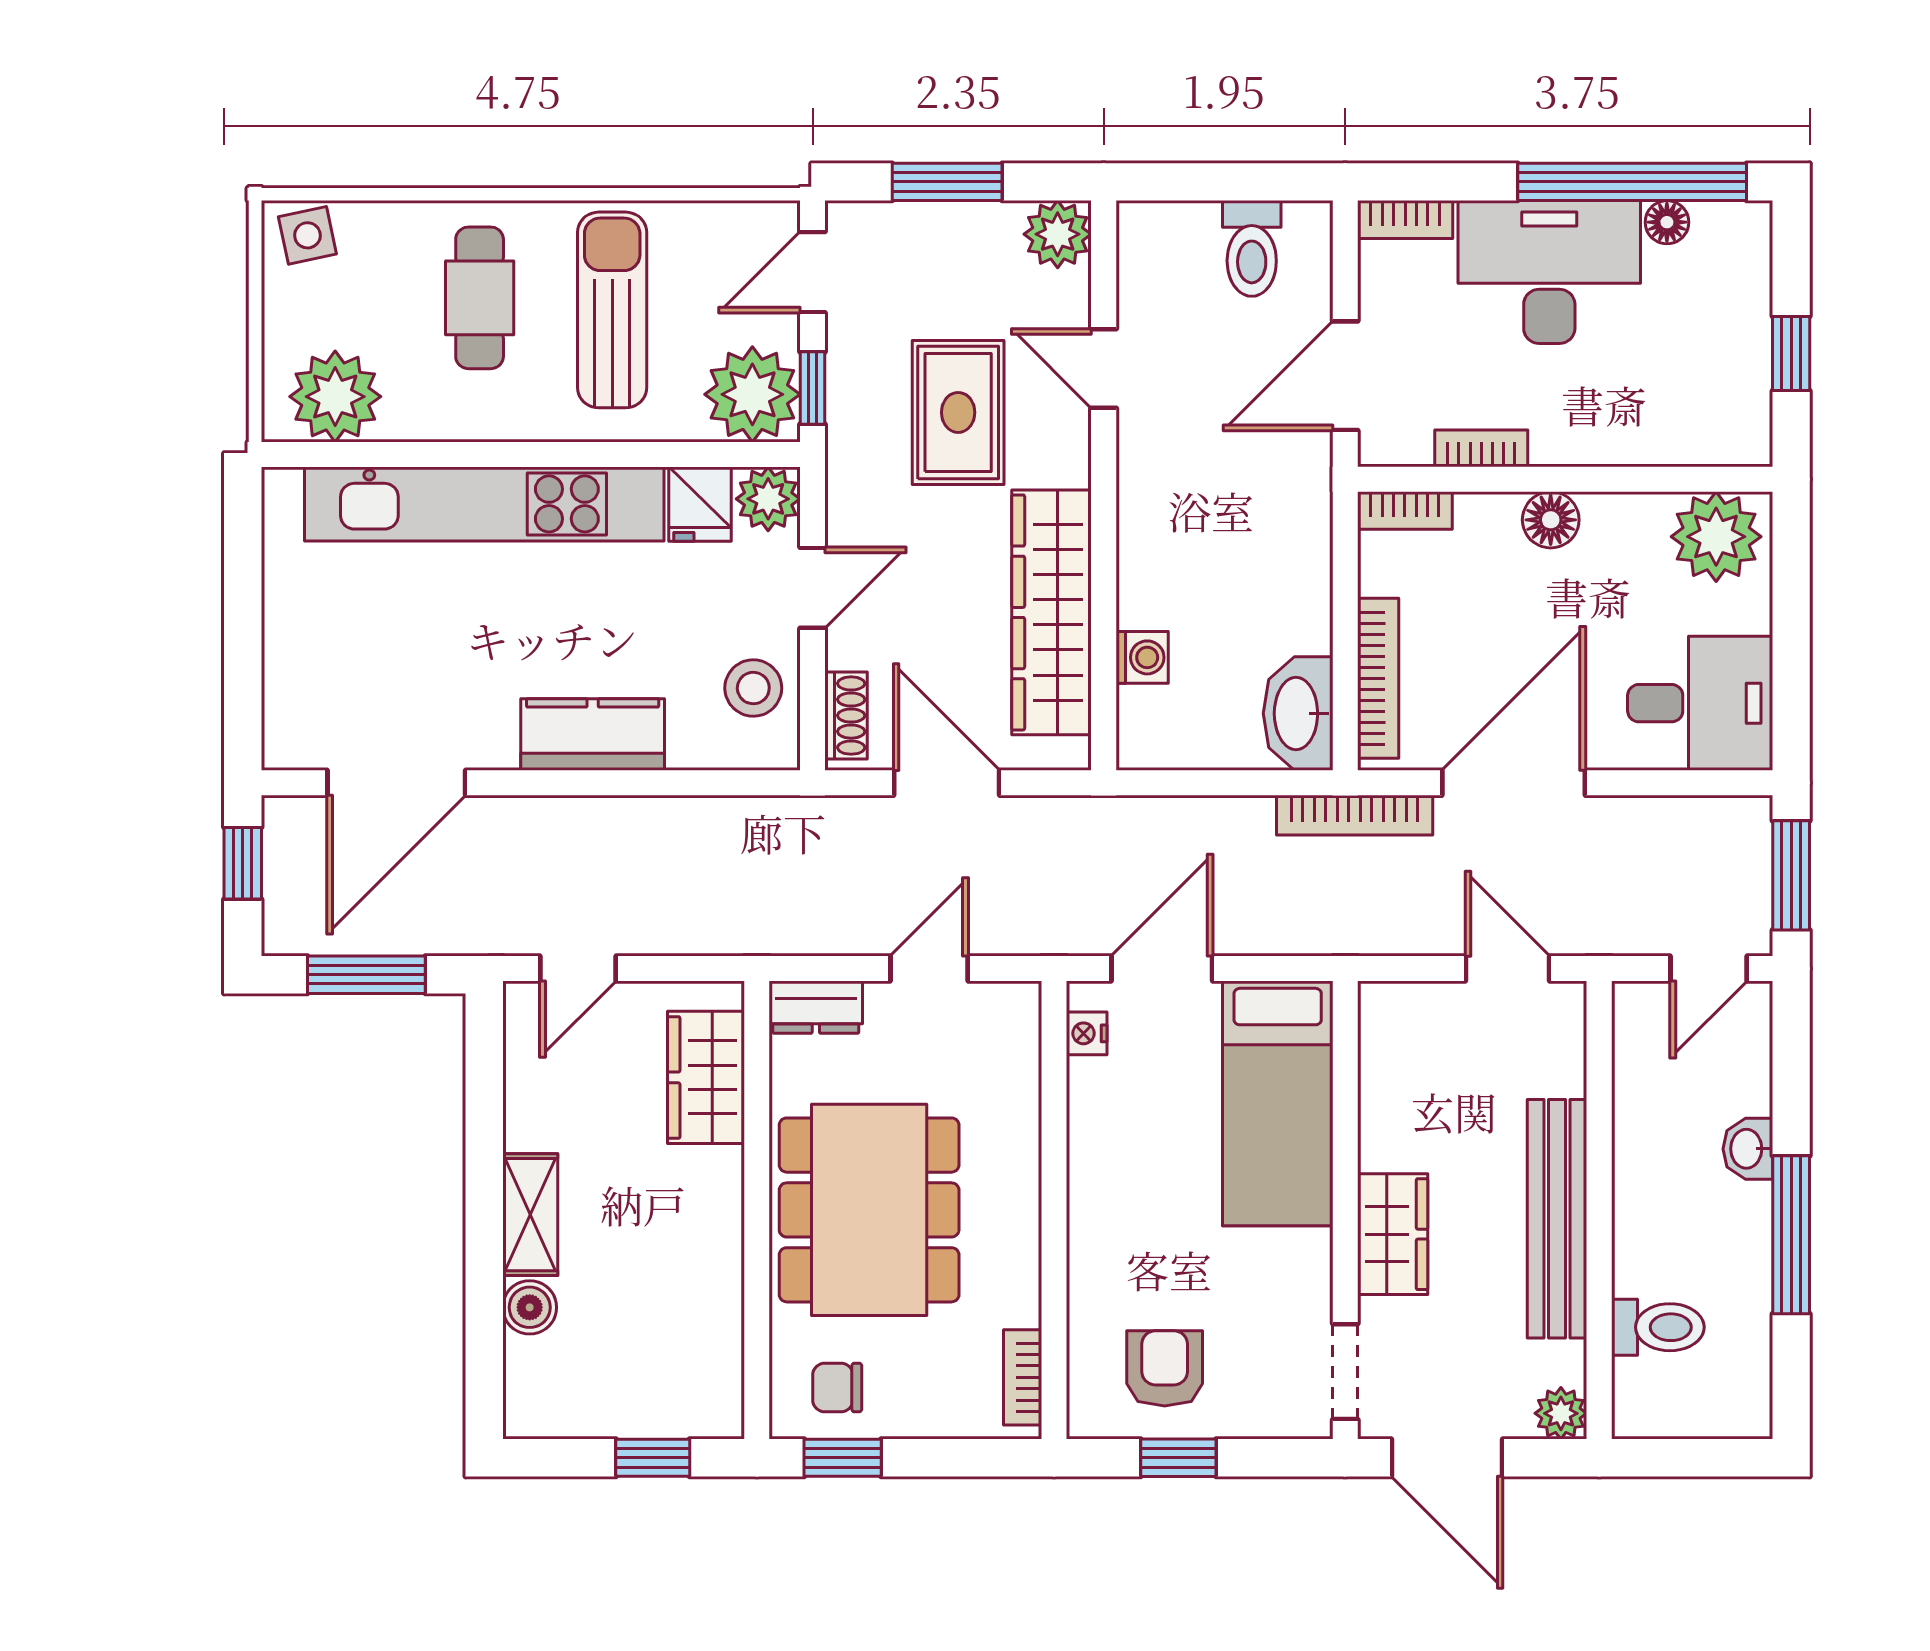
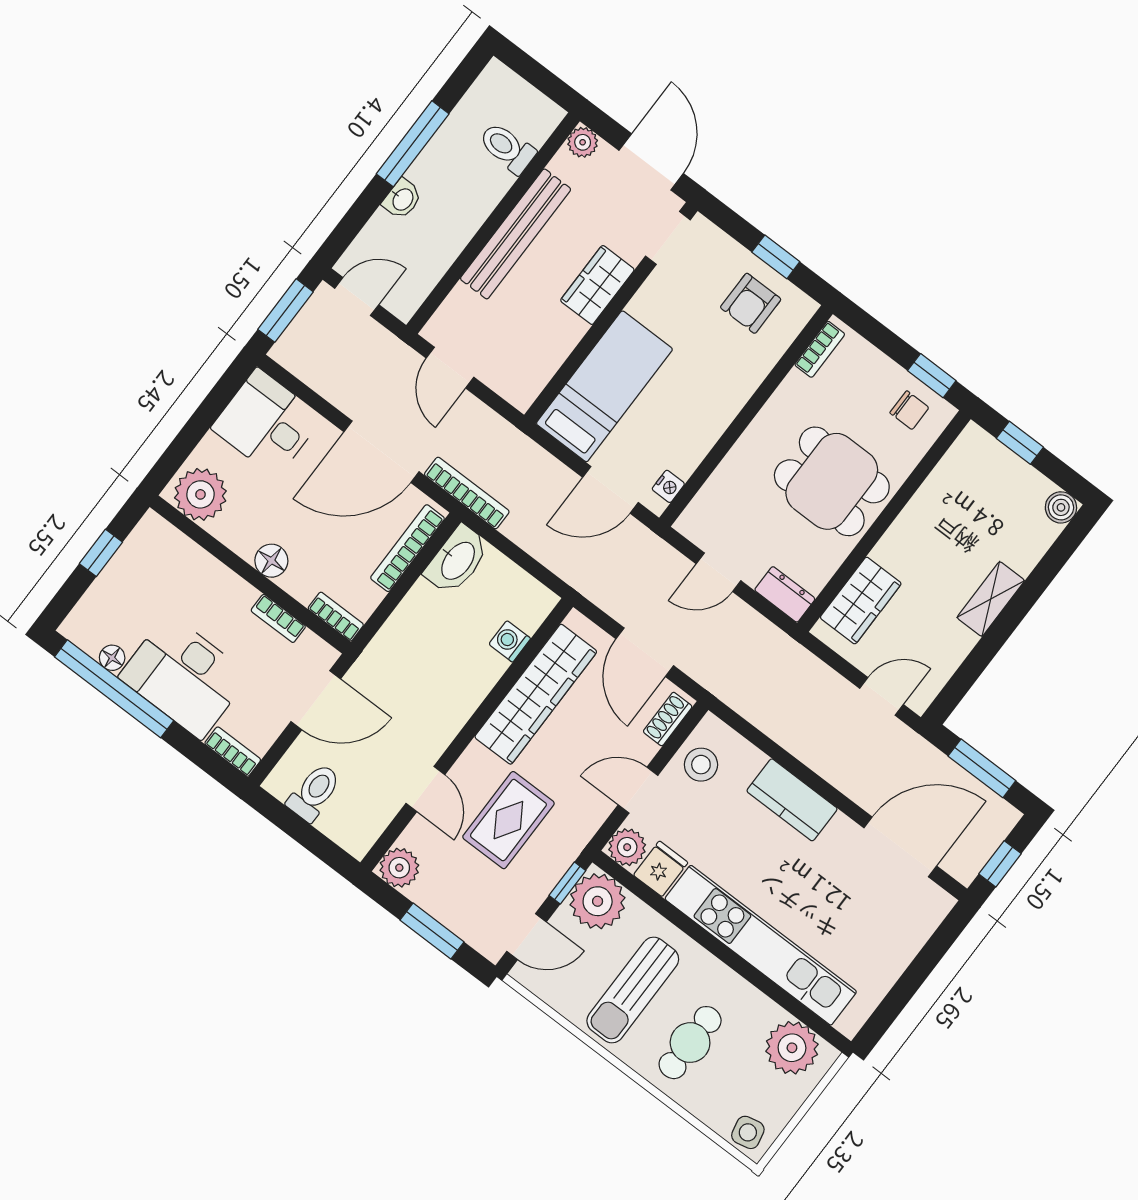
dining table: (869, 1210) -> (832, 481), width x0.73
boiler: (530, 1307) -> (1061, 507), moved

